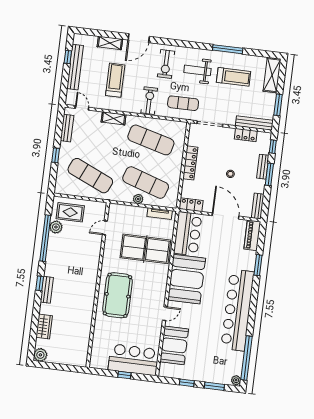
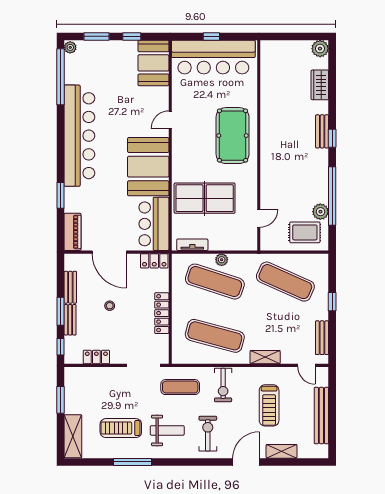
window: (68, 57) -> (332, 427), removed
bench: (254, 123) -> (88, 373), removed
bench: (258, 206) -> (70, 287), moved
booth: (174, 345) -> (153, 63), moved
bar counter: (134, 360) -> (213, 57), width x1.36

